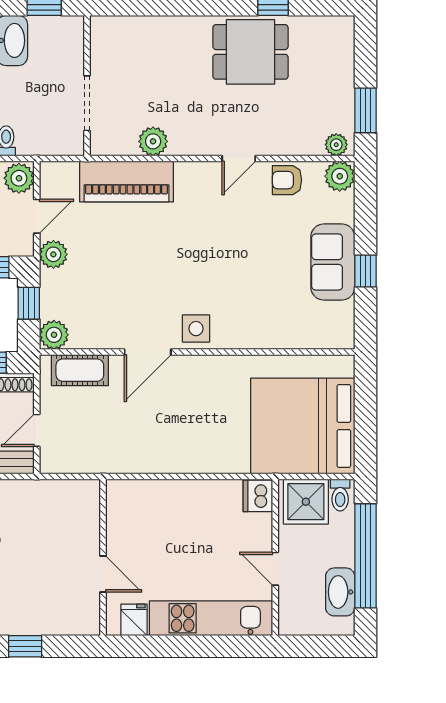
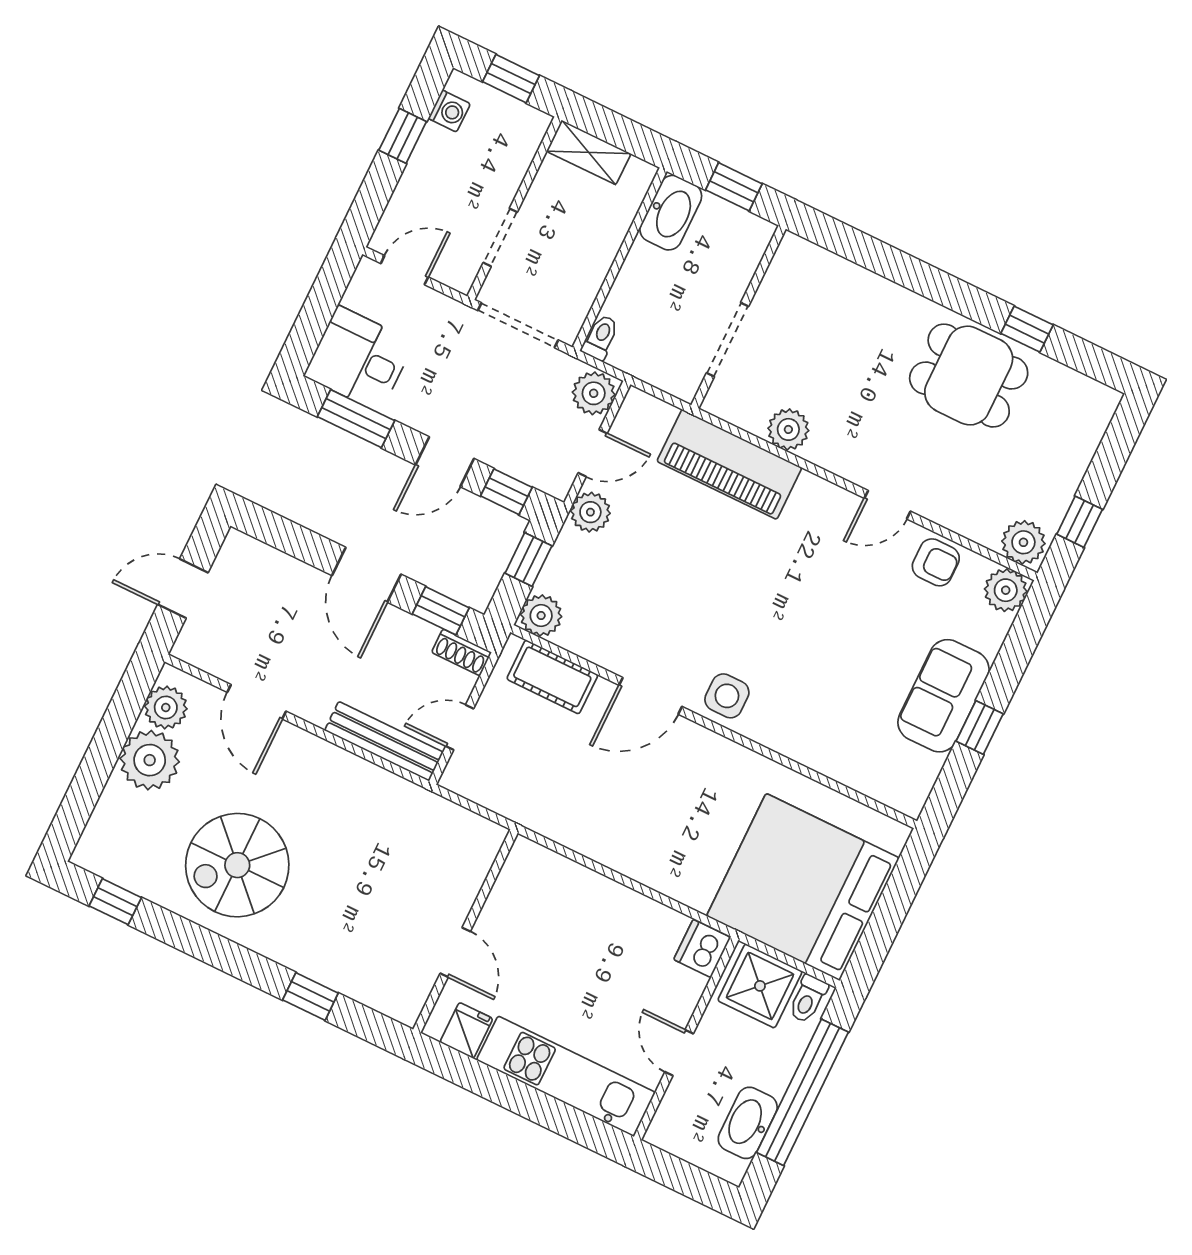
window: (365, 110) -> (1080, 522), width x0.67
plant: (336, 145) -> (1023, 542), width x1.38, depth x1.38
armchair: (287, 180) -> (936, 562), turned 180

